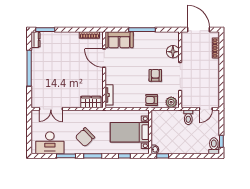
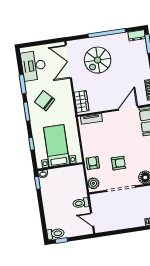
spiral stairs: (54, 81) -> (98, 60), added
double door: (51, 109) -> (68, 62), width x1.37

